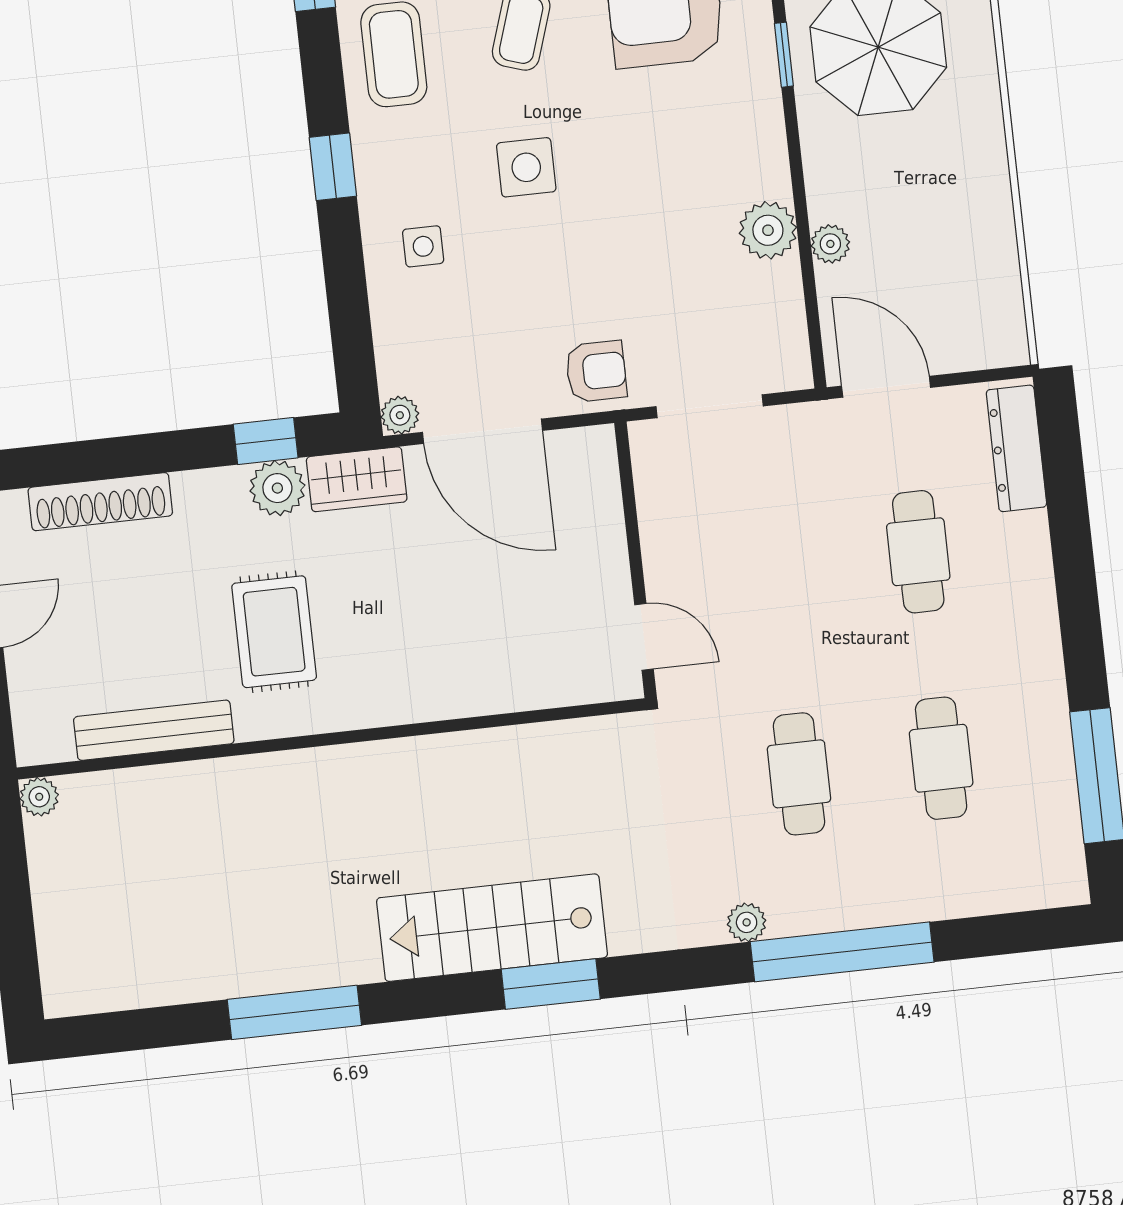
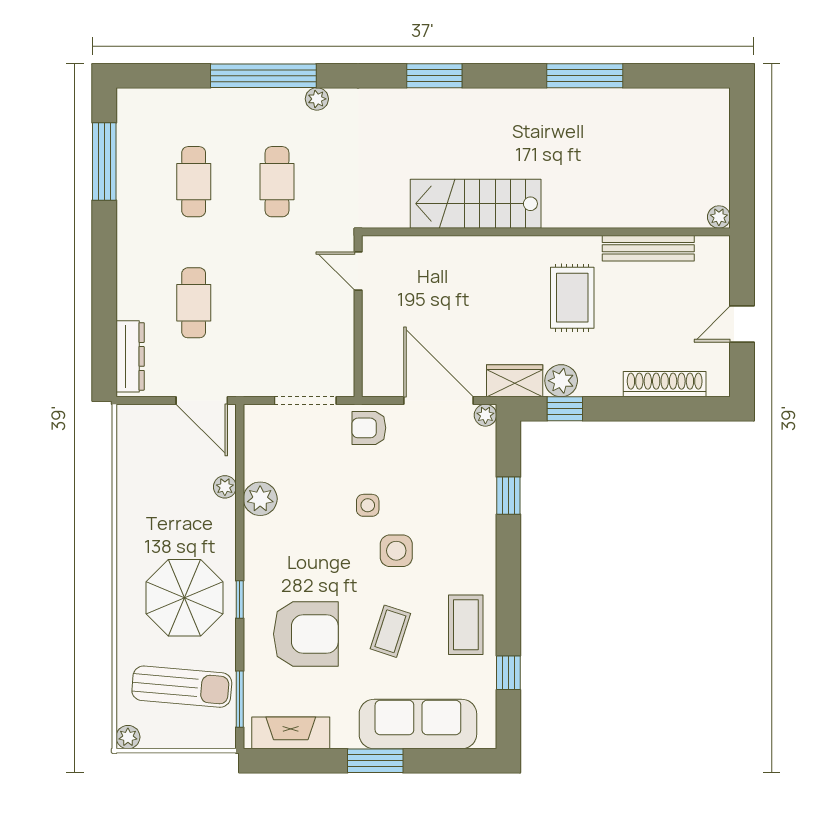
window: (333, 167) -> (508, 496), moved
side table: (423, 246) -> (368, 505), moved
stairs: (492, 928) -> (476, 204), moved, turned 180

